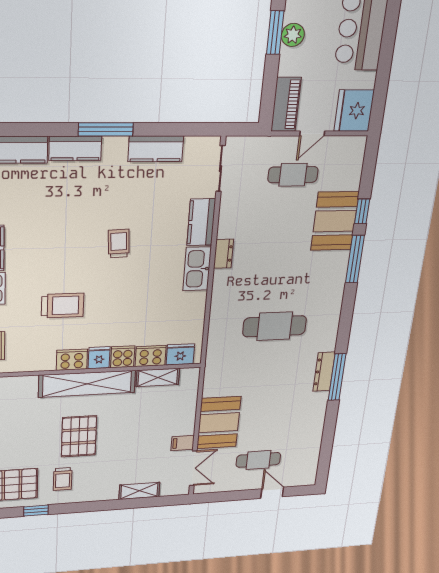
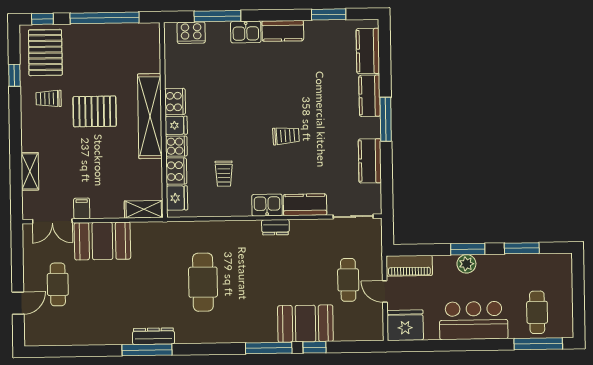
kitchen sink: (197, 269) -> (267, 205), width x0.73
trolley: (63, 306) -> (224, 174), moved, width x0.73, depth x0.72
shelving: (158, 377) -> (144, 209), moved, turned 90

